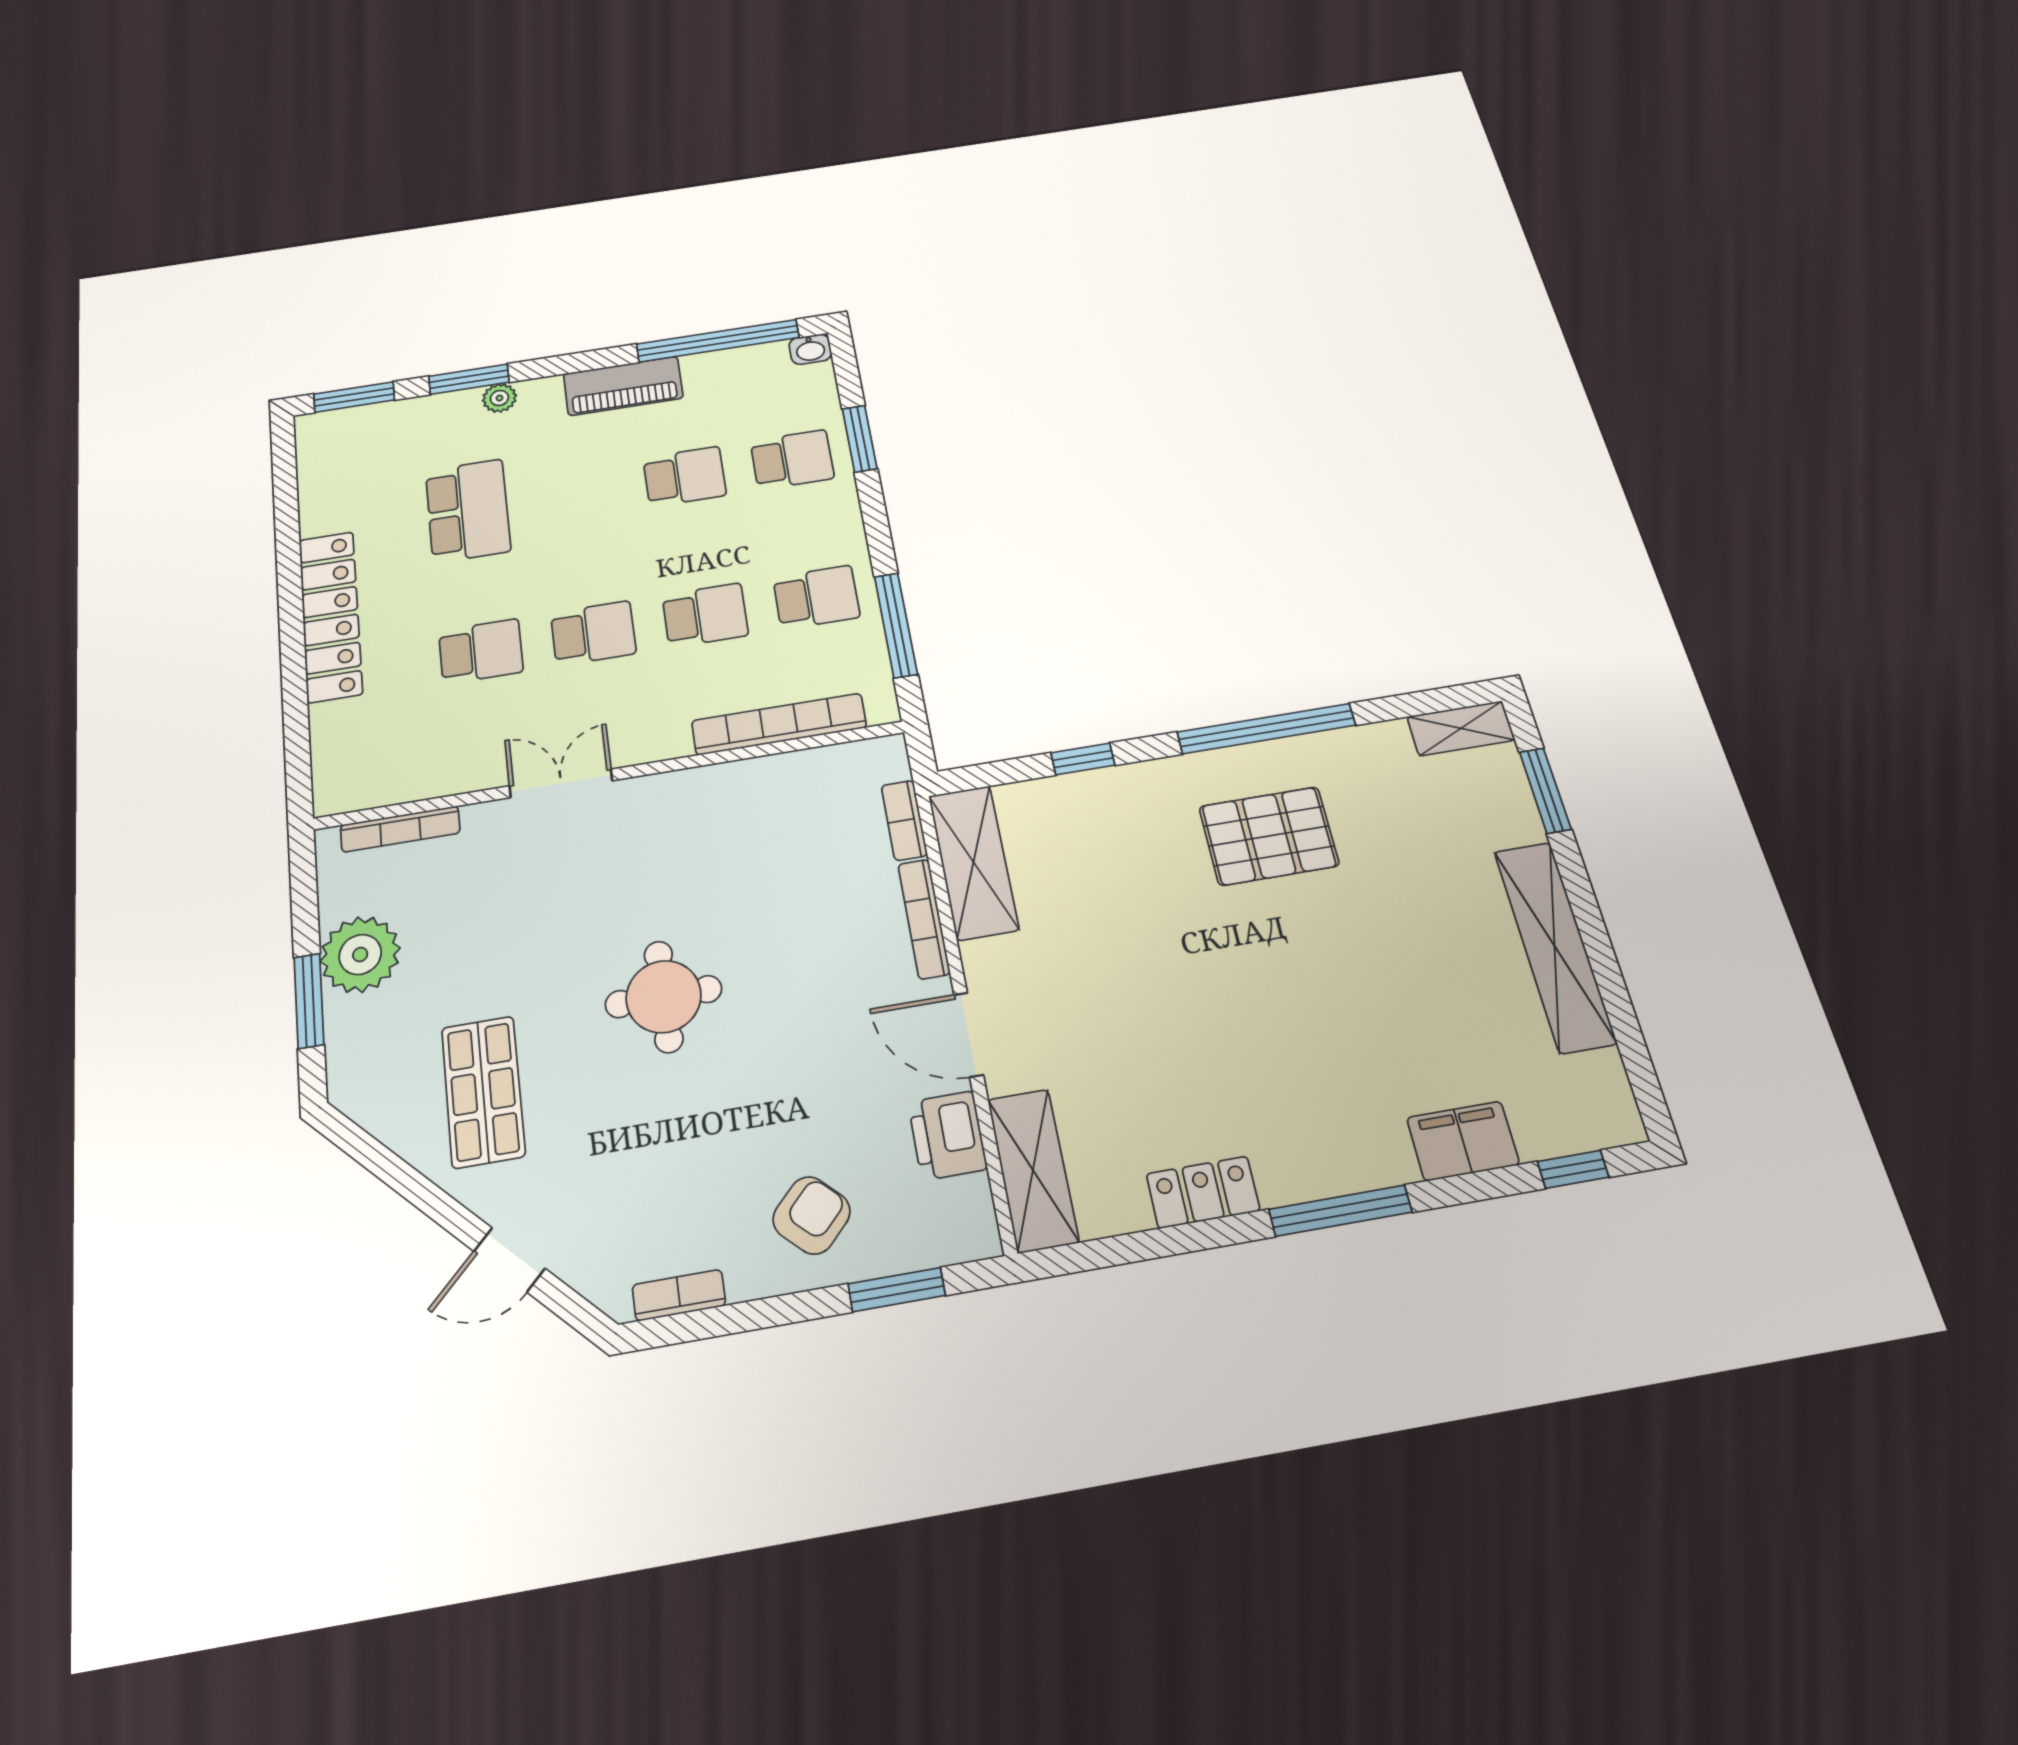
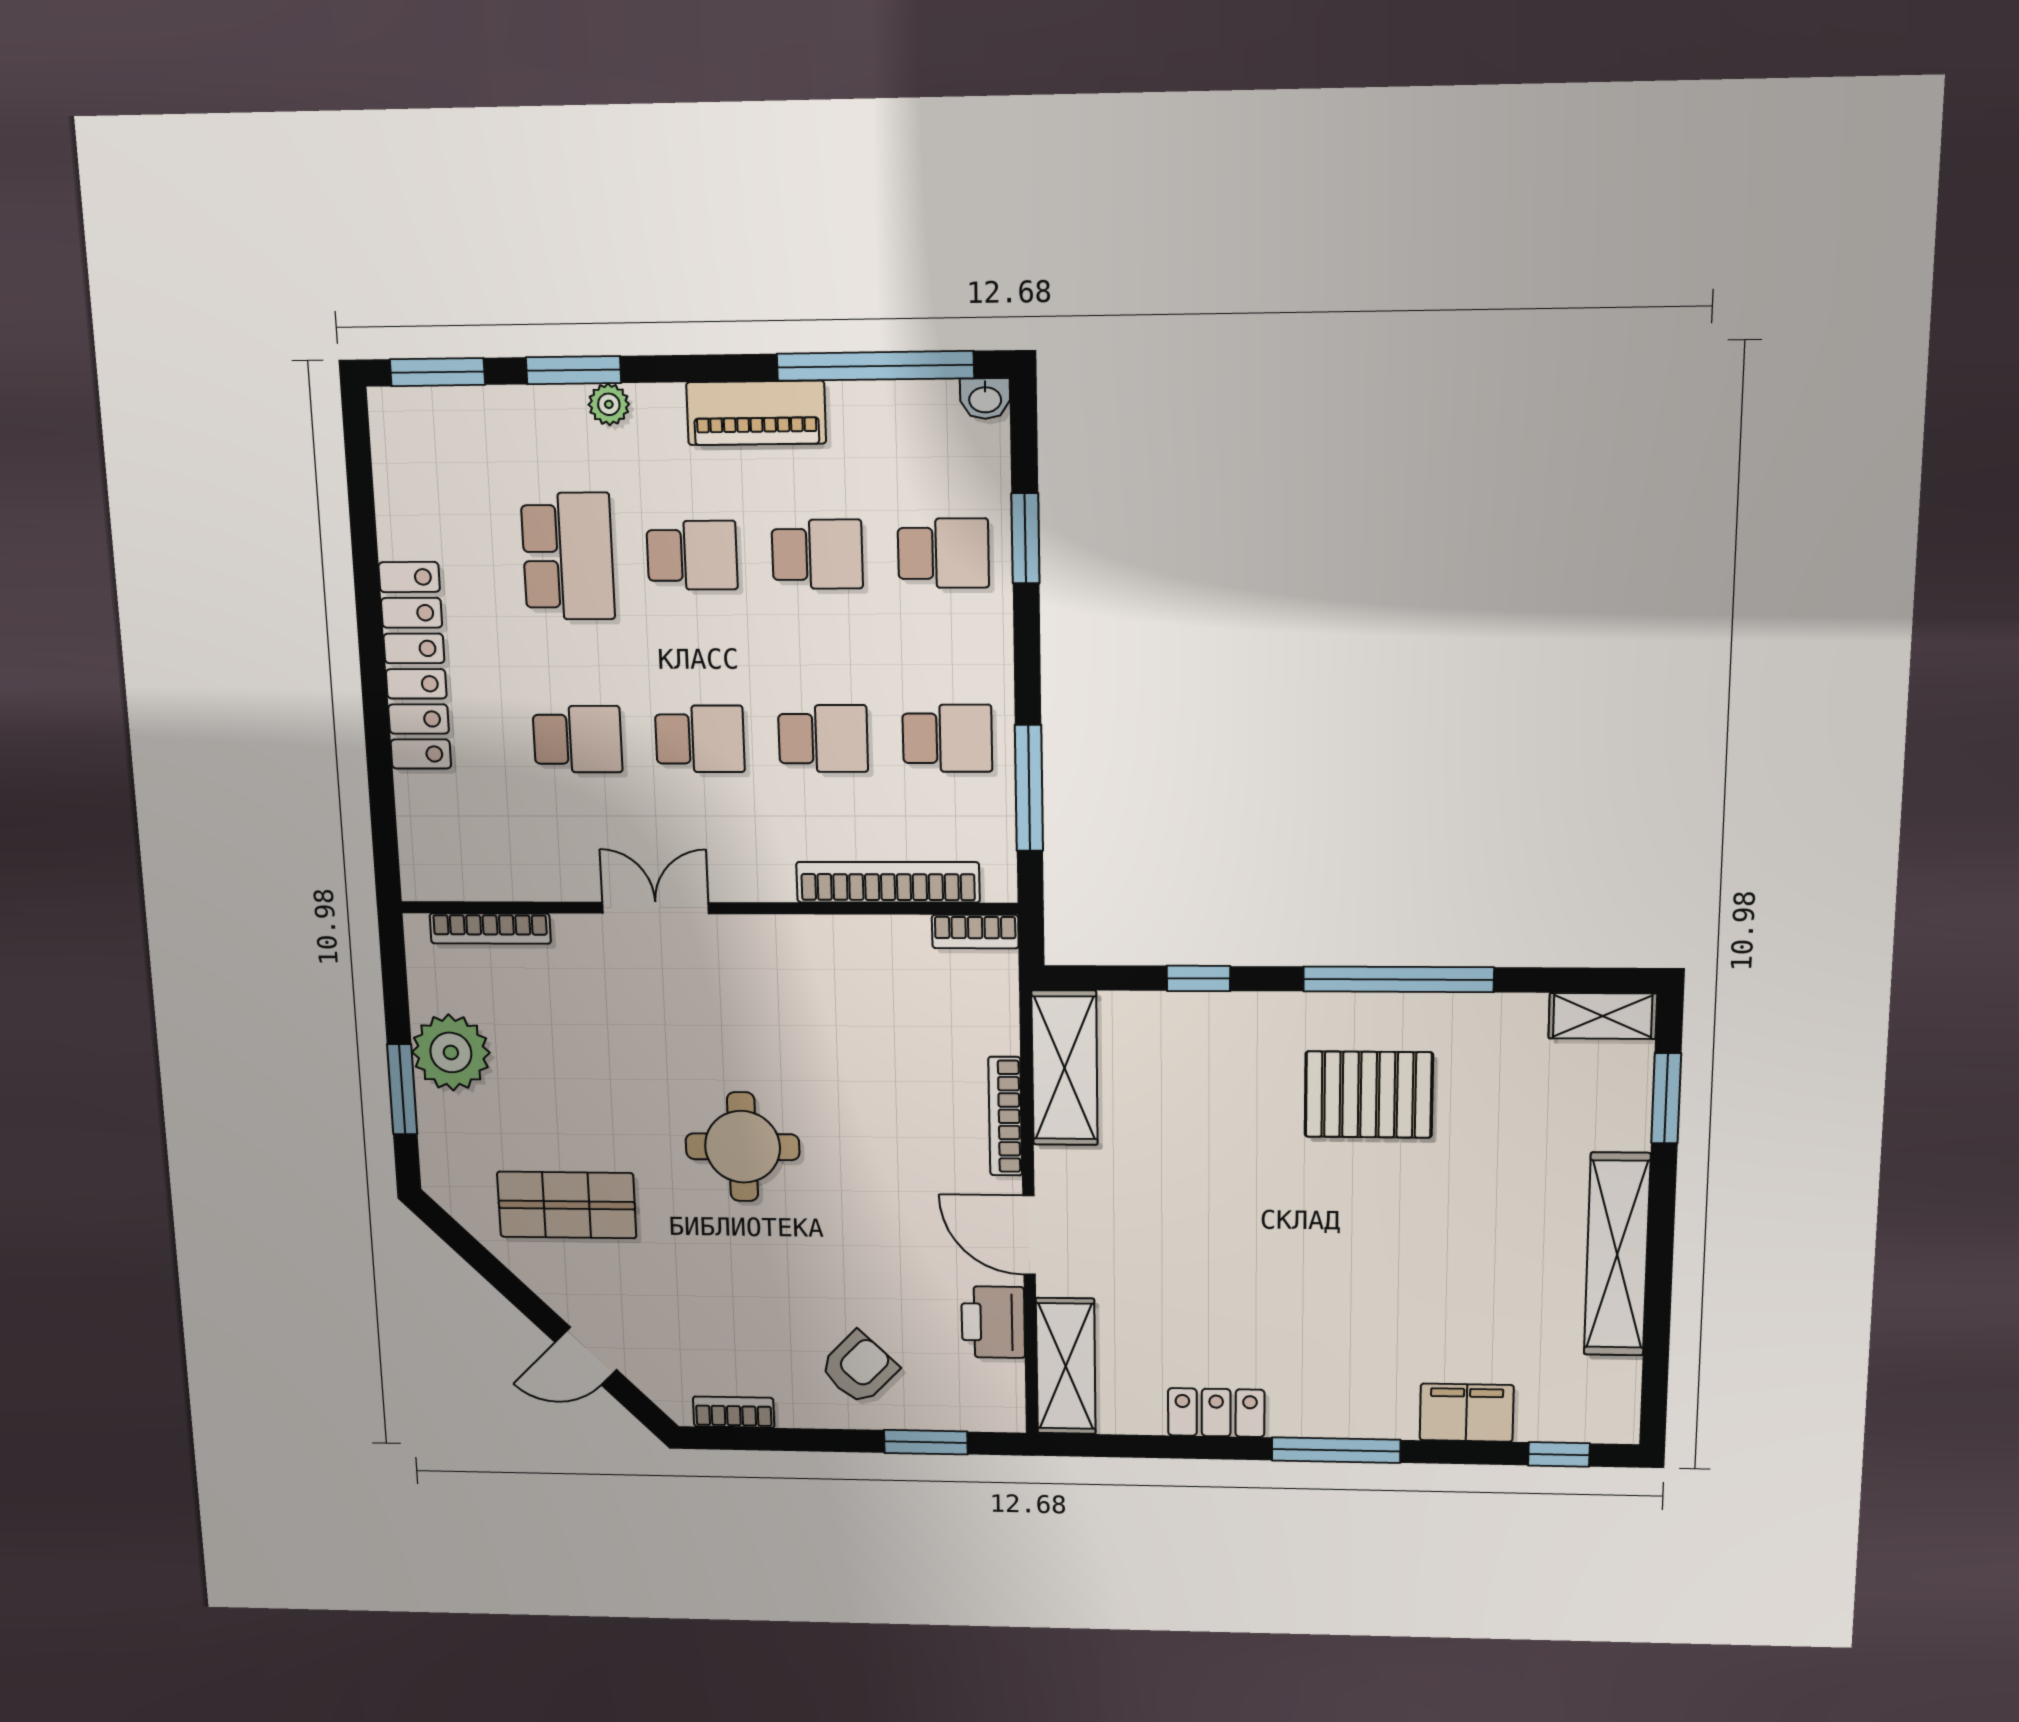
school desk: (577, 494) -> (692, 555), added
bookcase: (904, 820) -> (975, 932), moved, turned -90
shop shelf: (483, 1091) -> (567, 1205), turned 90

